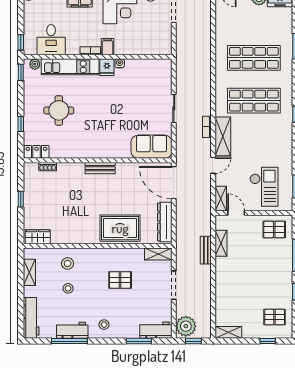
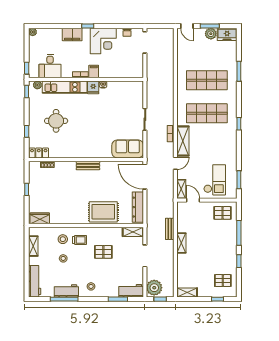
shelving: (221, 243) -> (181, 243), moved
trolley: (89, 264) -> (80, 240), added

